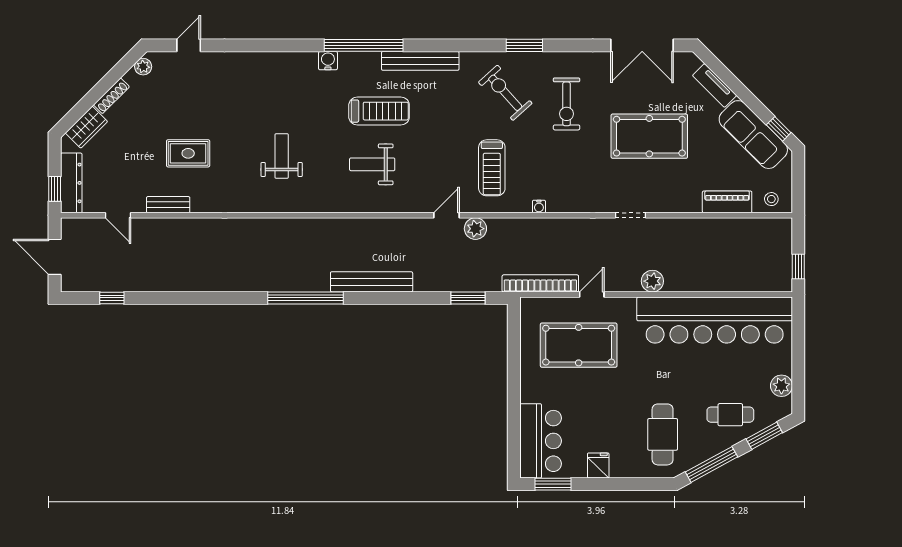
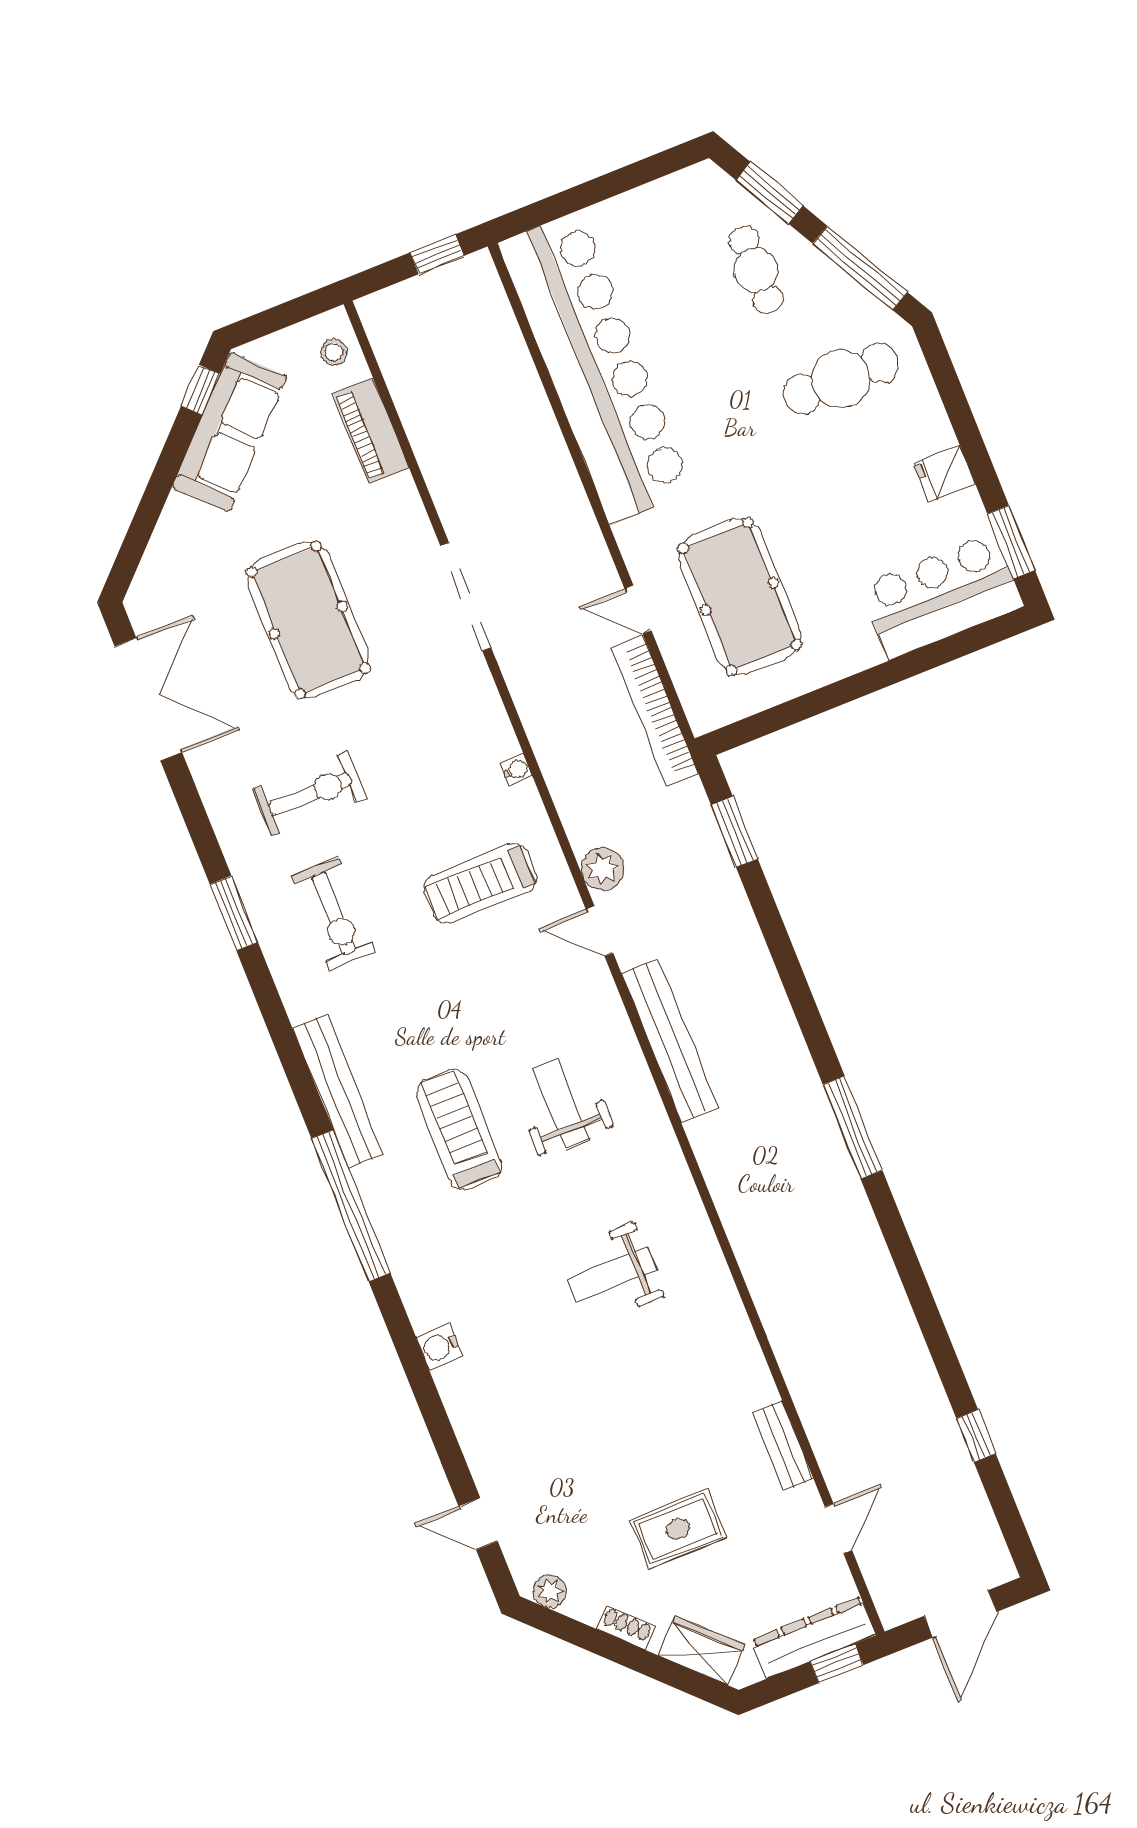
water cooler: (328, 61) -> (440, 1347), moved
tv unit: (715, 85) -> (168, 538), removed
exercise bike: (505, 93) -> (334, 914), turned -48
shoe rack: (111, 96) -> (626, 1628), width x0.70
rug: (188, 153) -> (678, 1529), moved, turned 90
weight bench: (372, 164) -> (561, 1103), turned 180
treadmill: (492, 168) -> (480, 883), turned 180
doorway: (630, 215) -> (466, 597), width x1.88
plant: (652, 281) -> (570, 509), removed
bench: (372, 282) -> (670, 1041), moved
window: (112, 298) -> (976, 1436), moved
window: (306, 298) -> (853, 1127), width x0.68
plant: (781, 386) -> (666, 198), removed

